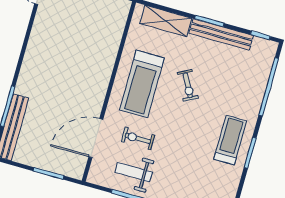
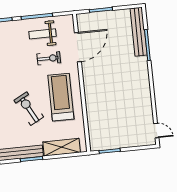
exercise bike: (188, 85) -> (29, 109), width x1.38, depth x1.39
weight bench: (134, 172) -> (42, 34), turned 180

